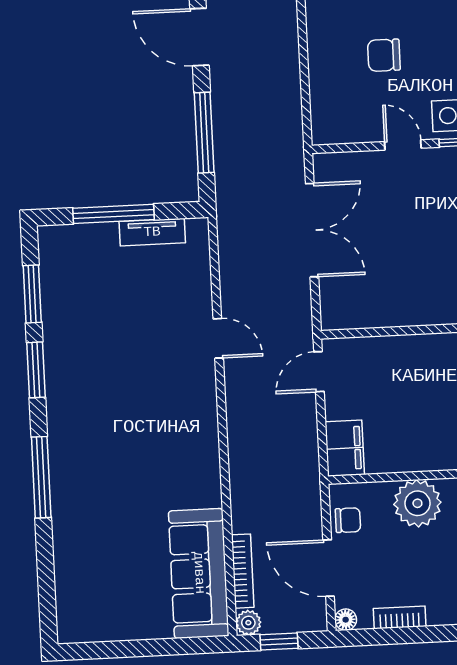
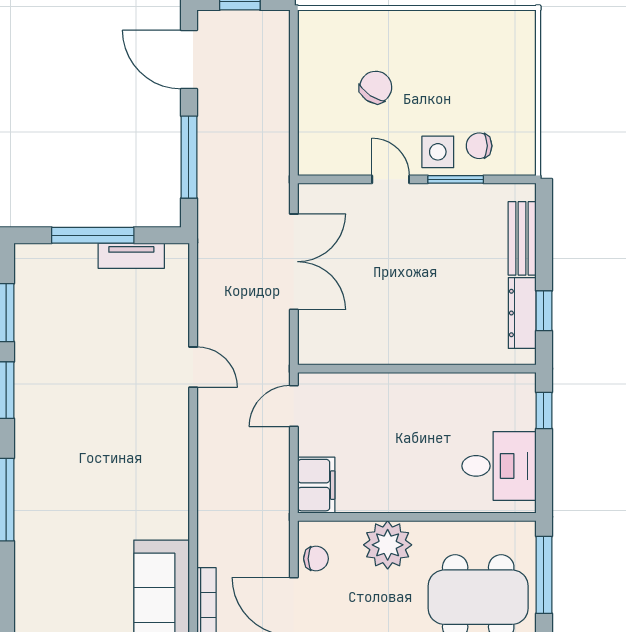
chair: (384, 55) -> (376, 87), turned 124

